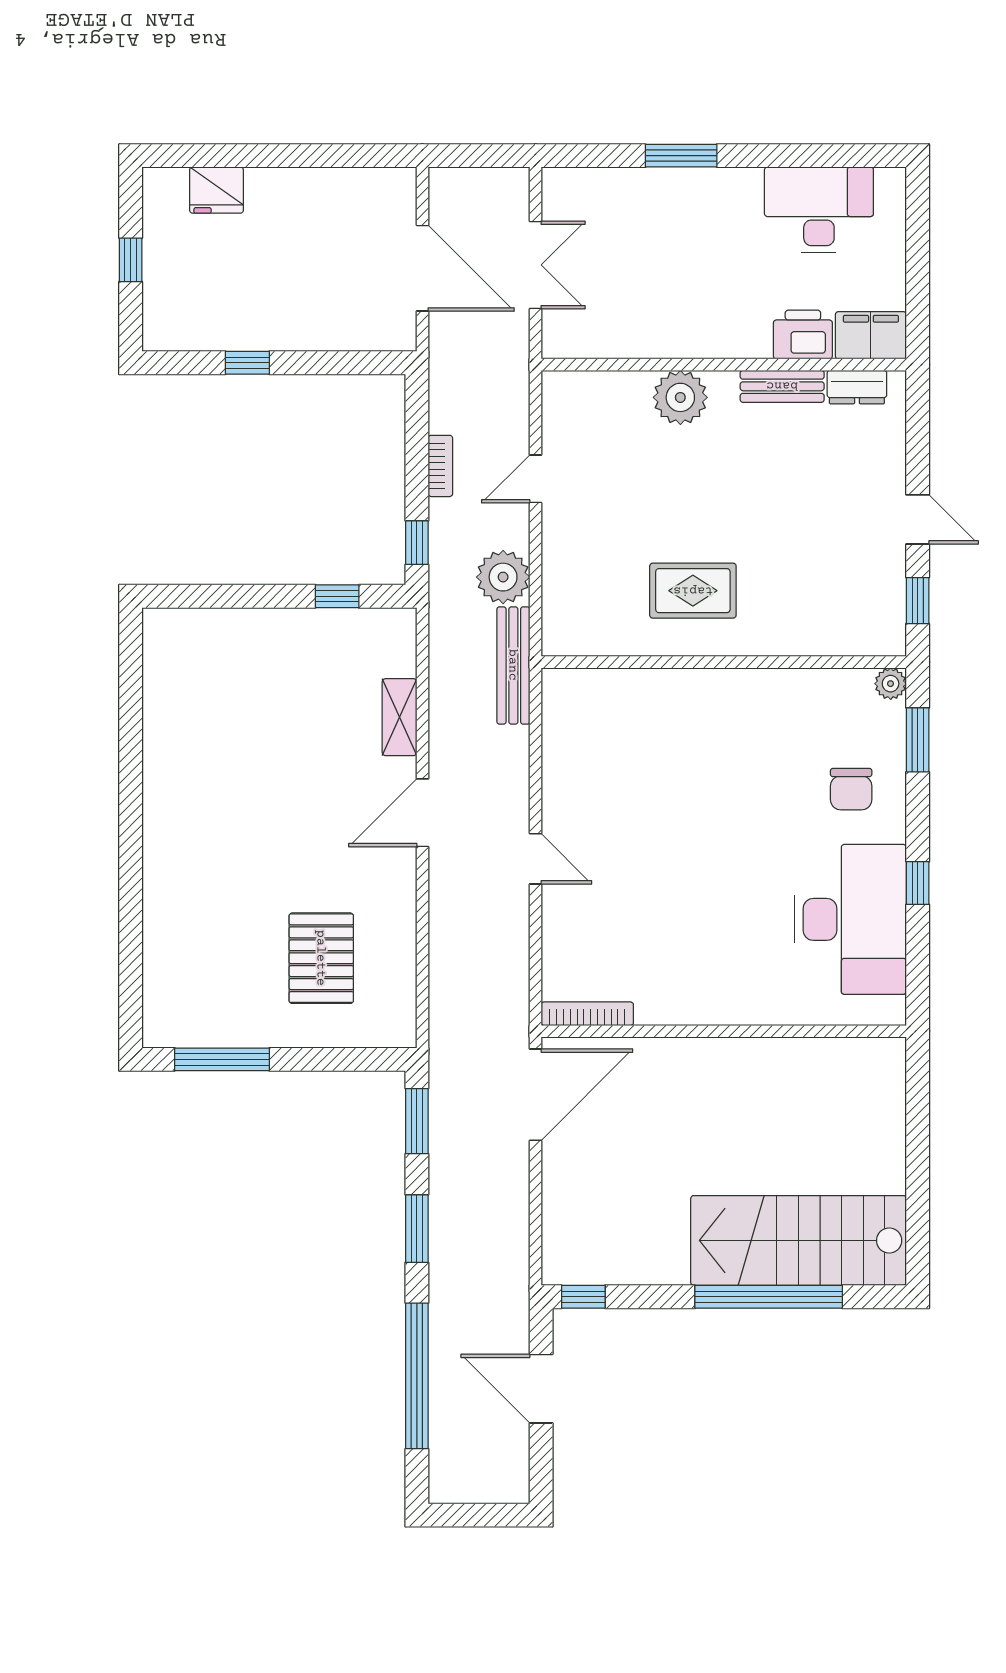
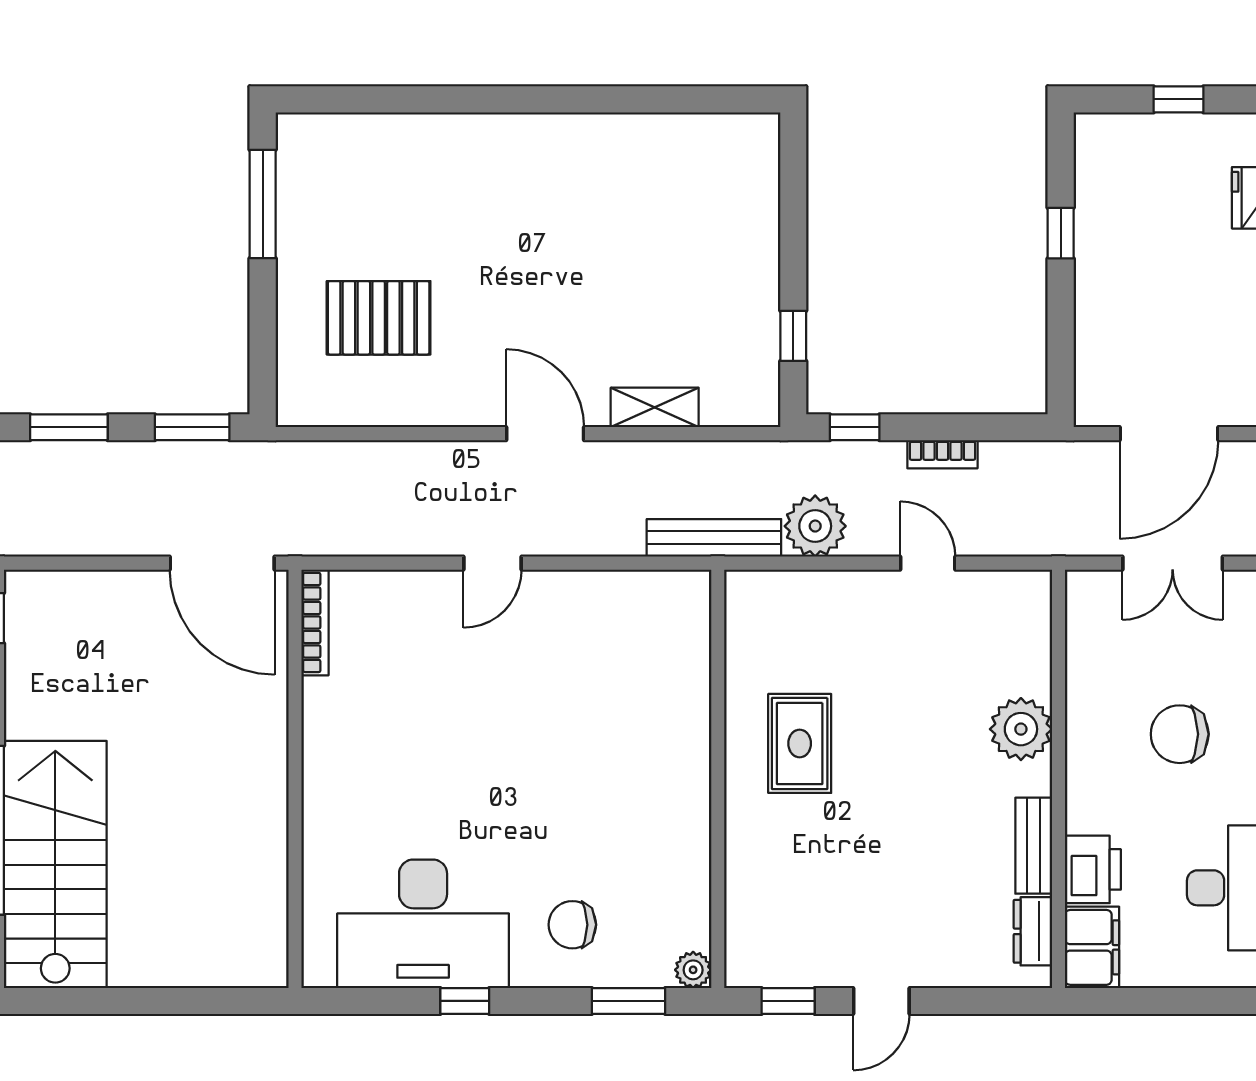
chair: (685, 259) -> (1180, 734), added

